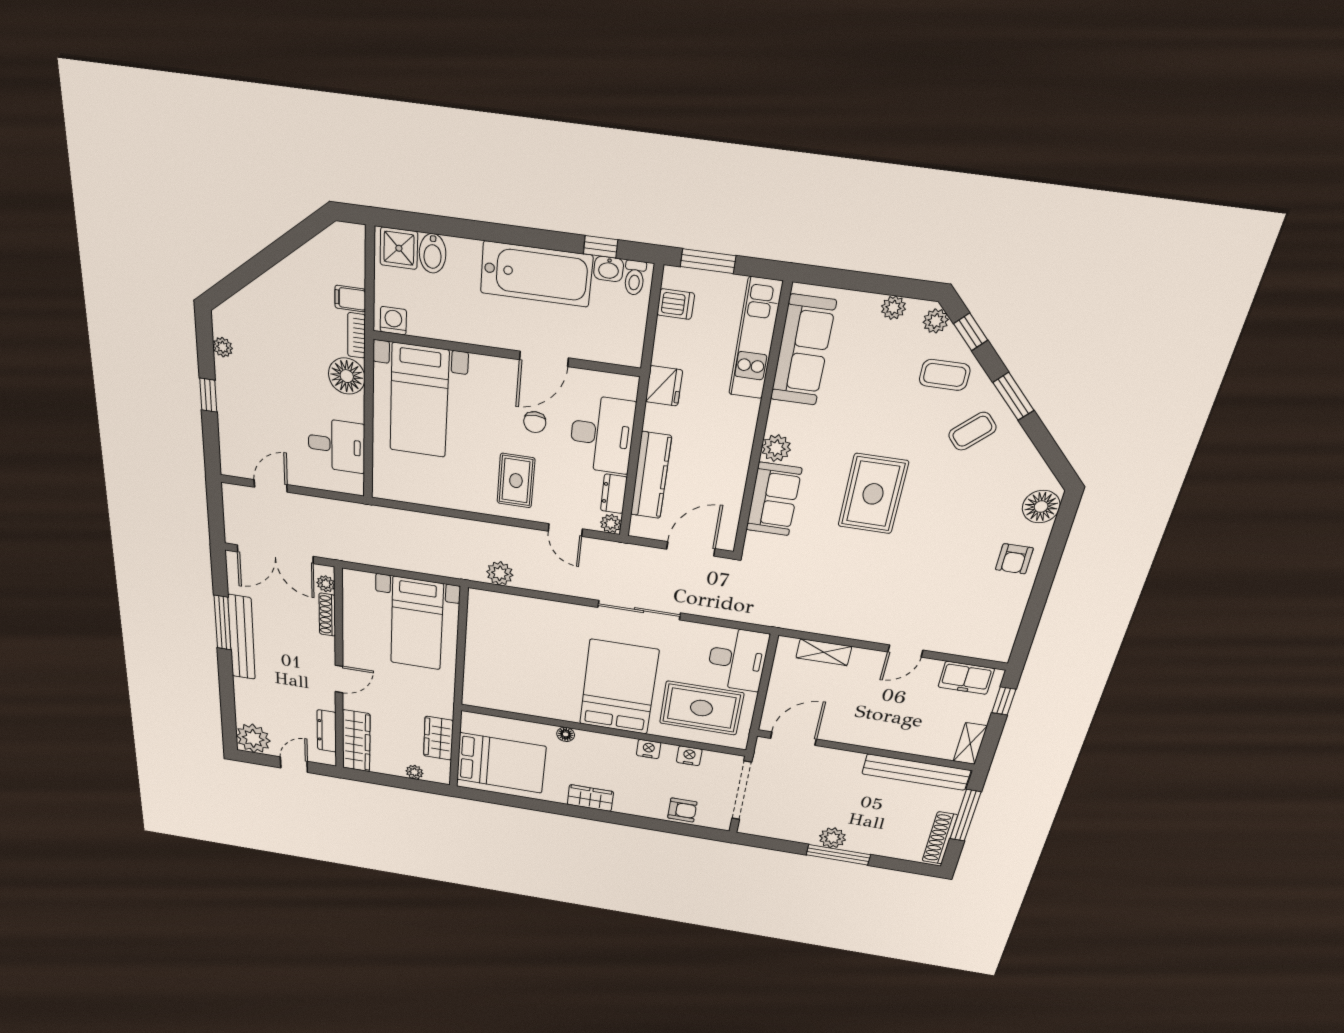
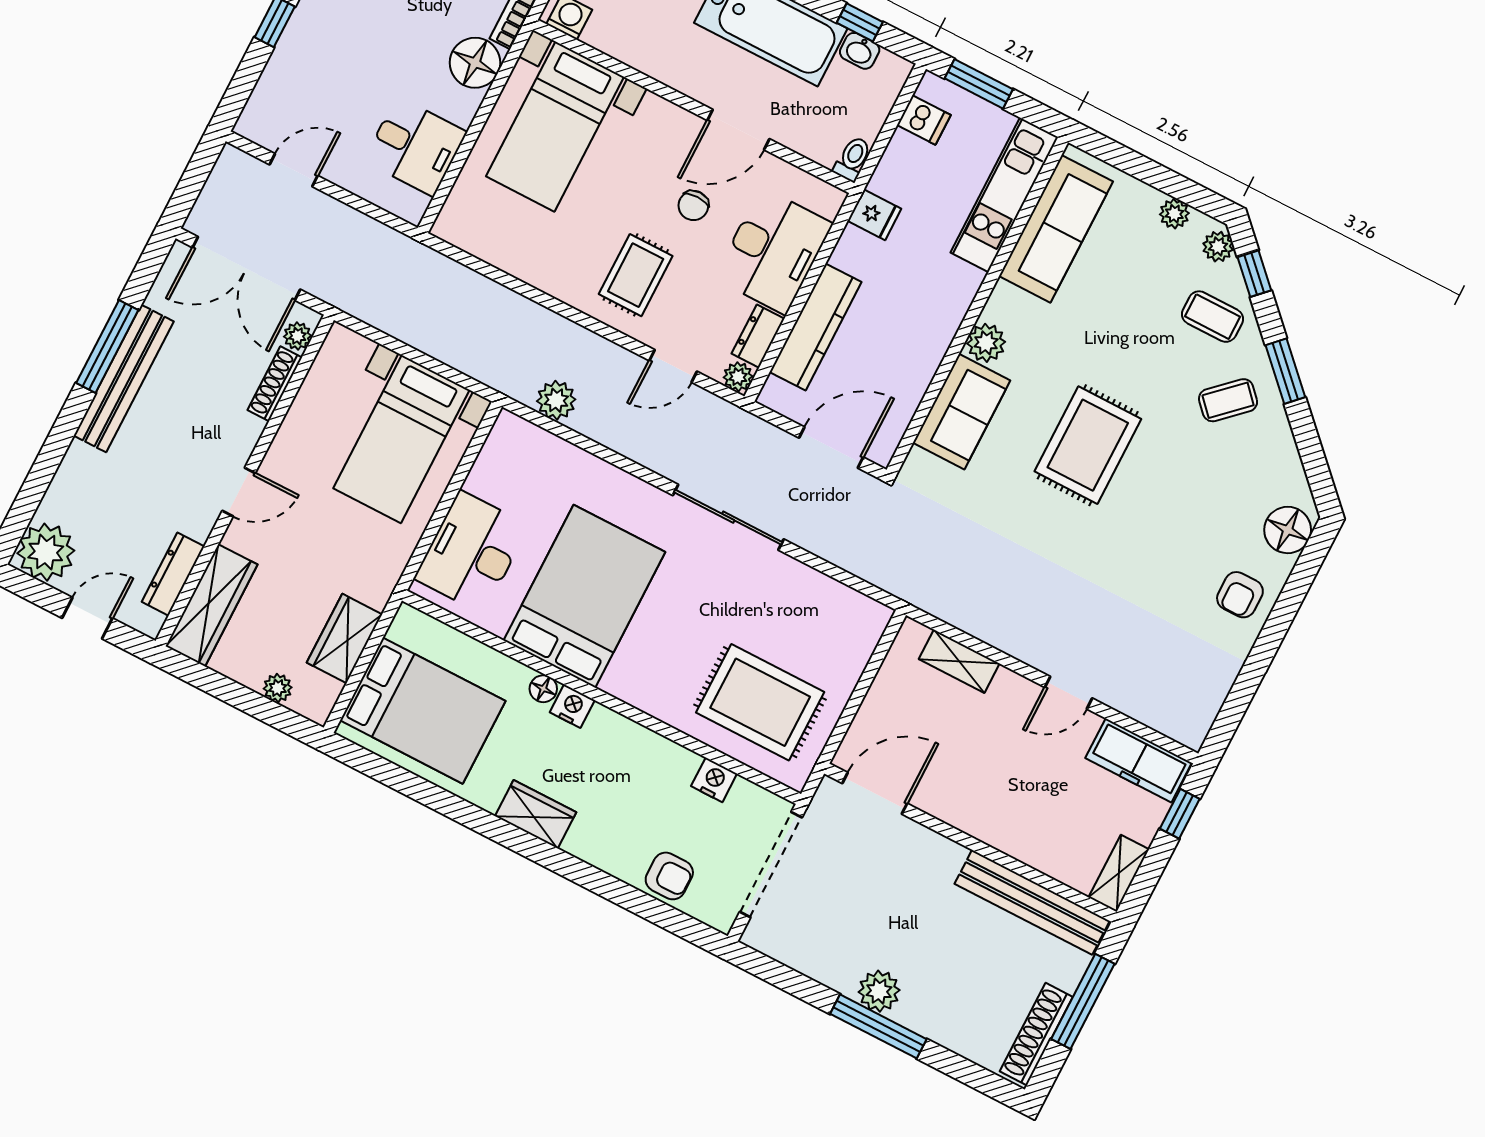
toilet: (635, 278) -> (853, 159), moved, turned 180
fridge: (664, 386) -> (874, 215), width x0.72
door: (565, 530) -> (673, 366), hinge flipped
desk: (737, 659) -> (472, 552), moved, turned 180
freezer: (966, 678) -> (1139, 760), width x1.40
bed: (619, 687) -> (584, 596), moved
nightstand: (649, 749) -> (572, 706), moved

